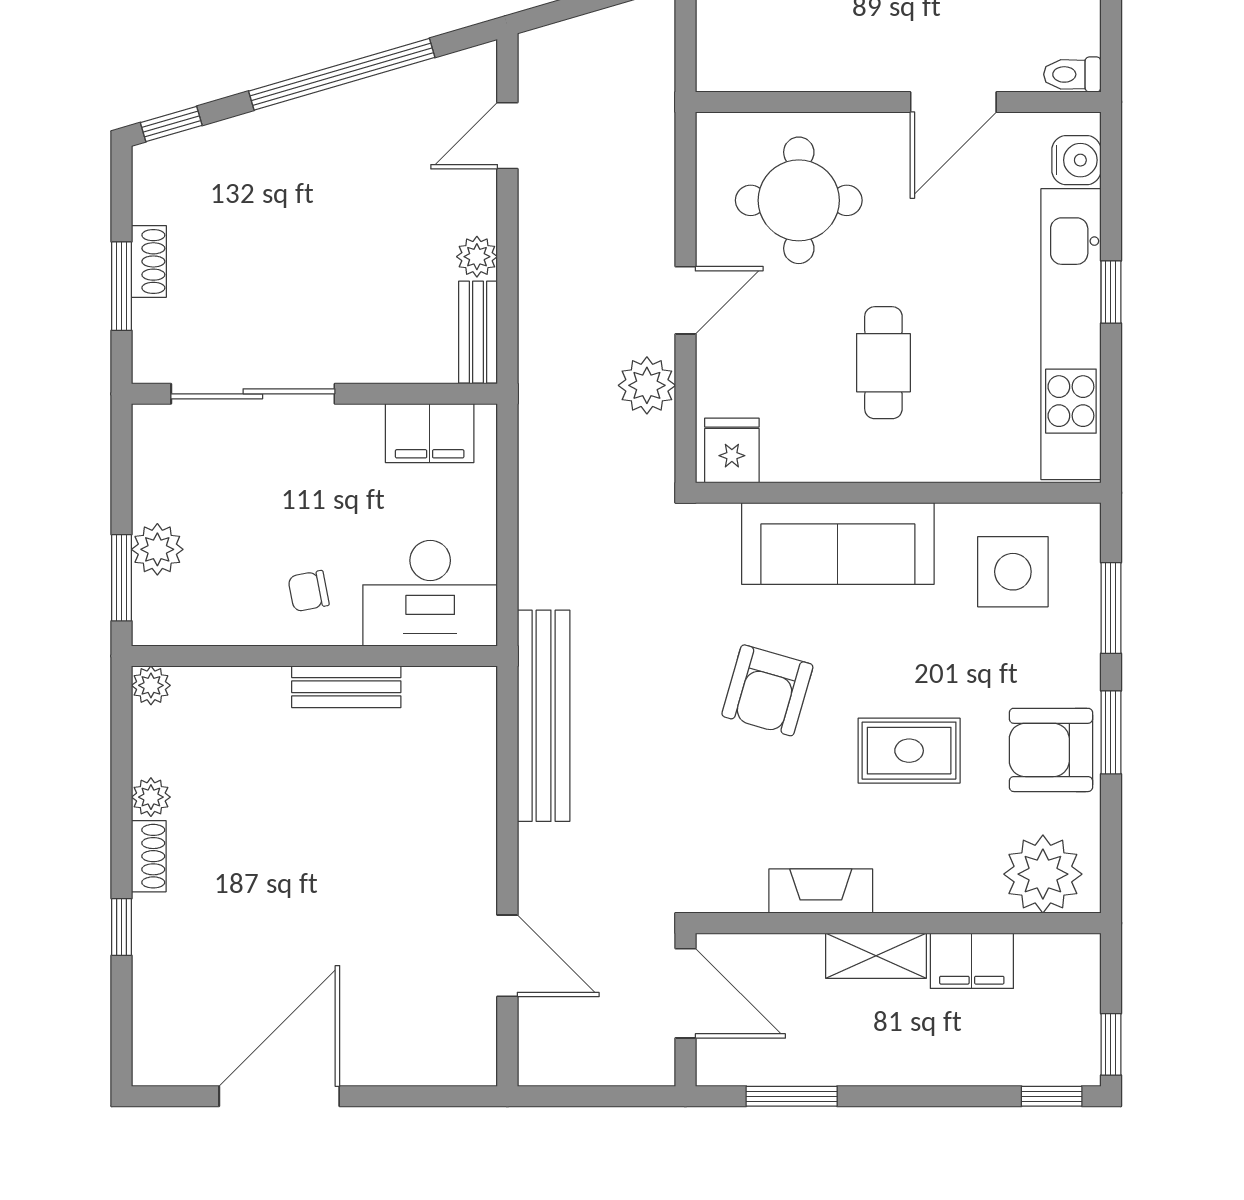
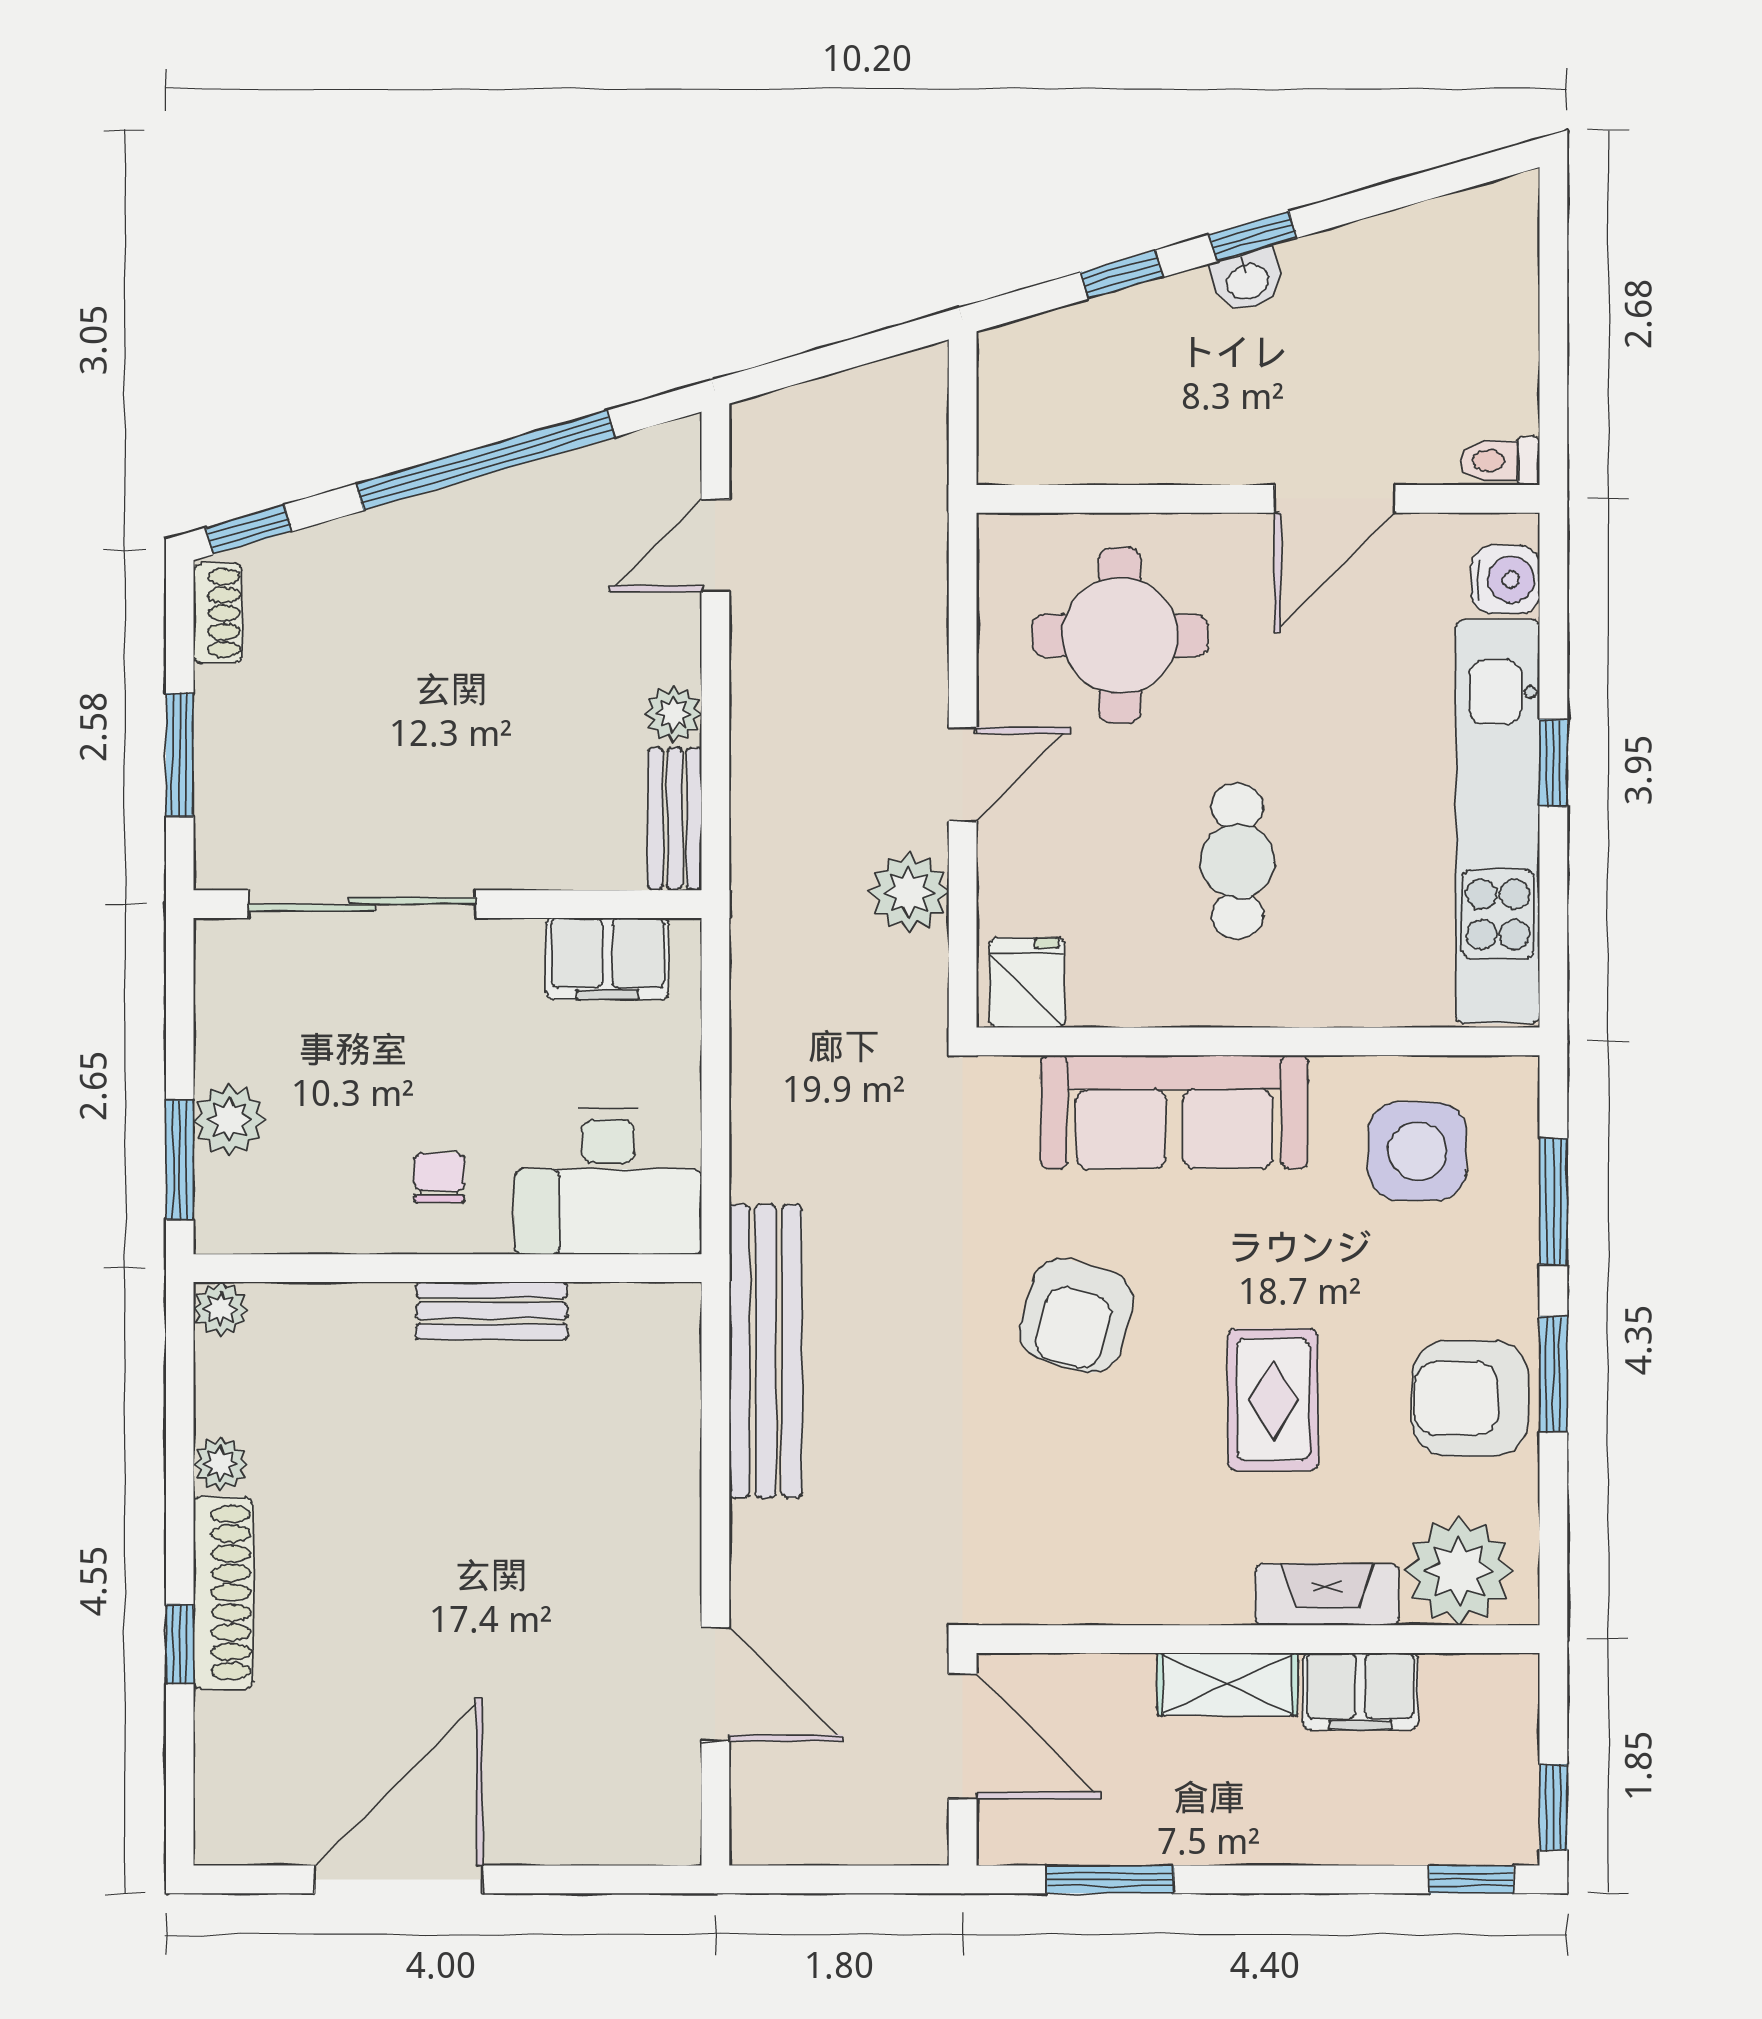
shoe rack: (149, 261) -> (218, 613), moved
chair: (309, 591) -> (439, 1178), turned 101
rug: (909, 751) -> (1273, 1399), turned 90
shoe rack: (149, 856) -> (223, 1593), width x1.94, depth x1.24
fireplace: (821, 891) -> (1327, 1595), moved

